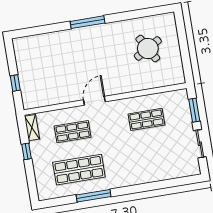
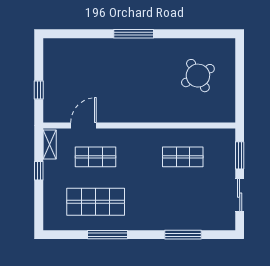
door: (94, 101) -> (83, 126), moved
window: (157, 185) -> (183, 235), added

